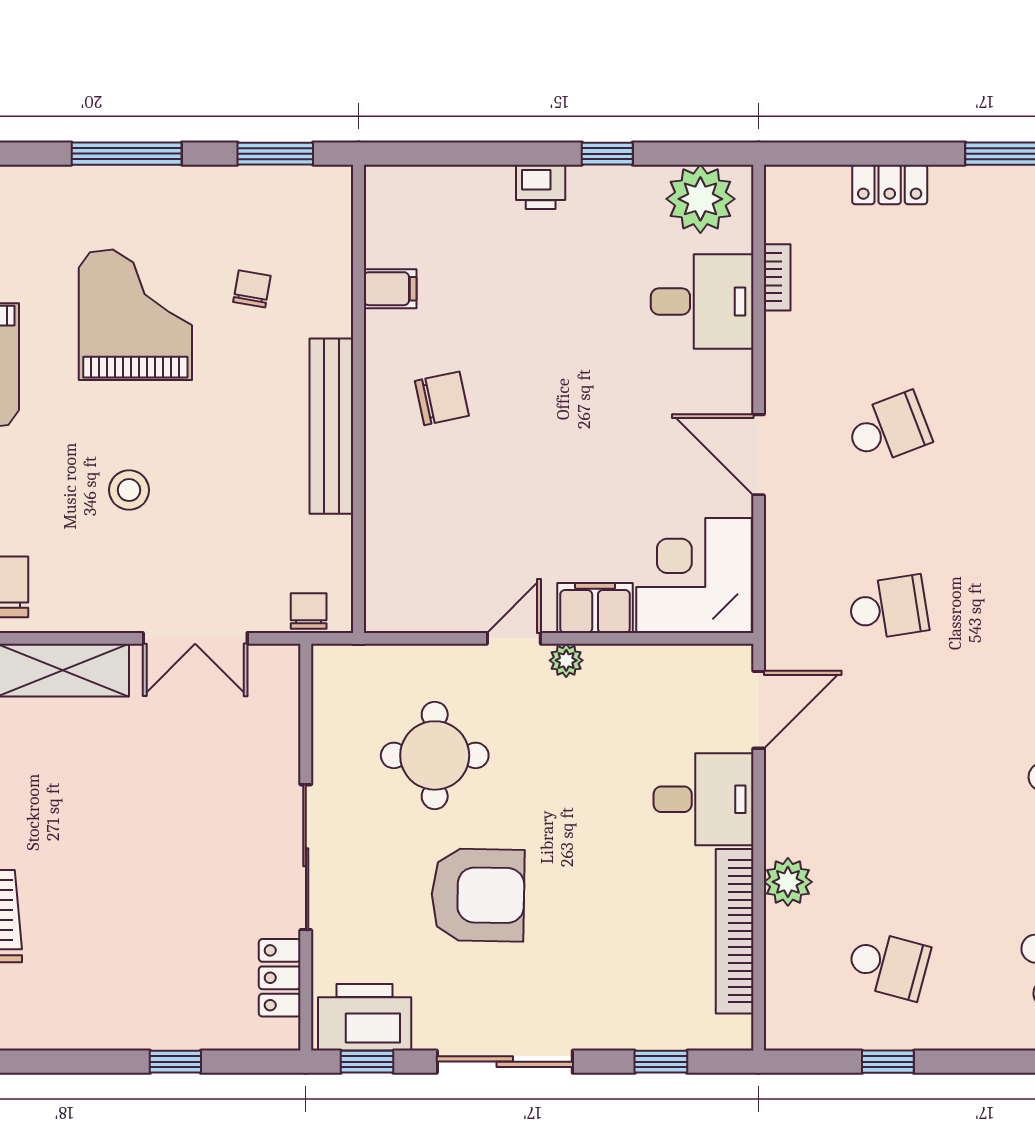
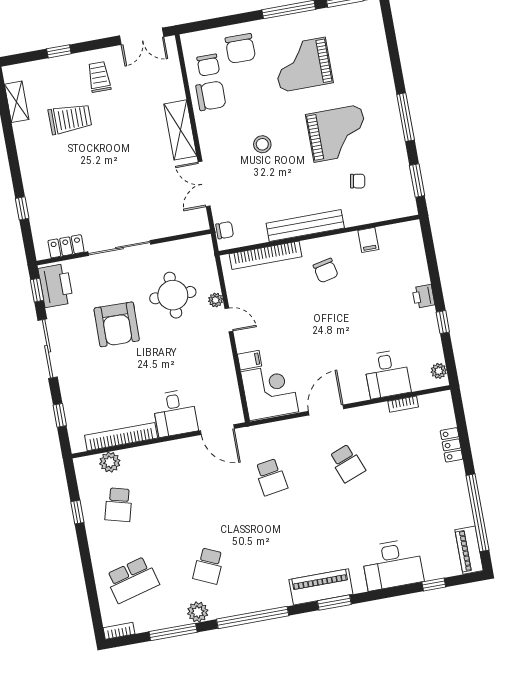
plant: (700, 199) -> (439, 371), width x0.53, depth x0.53
bookcase: (382, 529) -> (265, 255), added
filing cabinet: (595, 608) -> (250, 360), width x0.50
plant: (566, 660) -> (216, 300), moved
plant: (788, 882) -> (110, 462), moved

